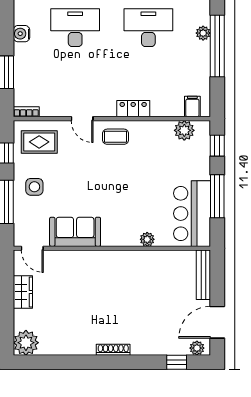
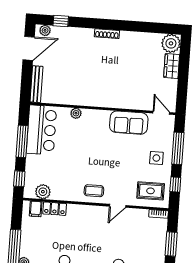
locker: (133, 109) -> (55, 209), moved
door: (82, 119) -> (118, 206), swing flipped
wardrobe: (23, 292) -> (172, 66), moved

